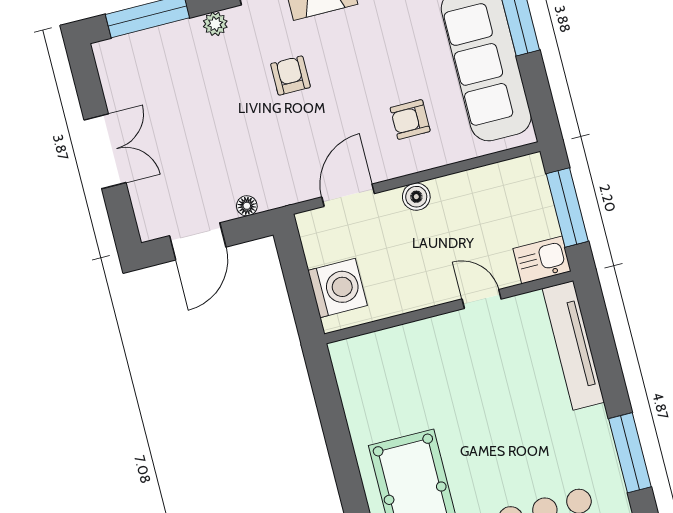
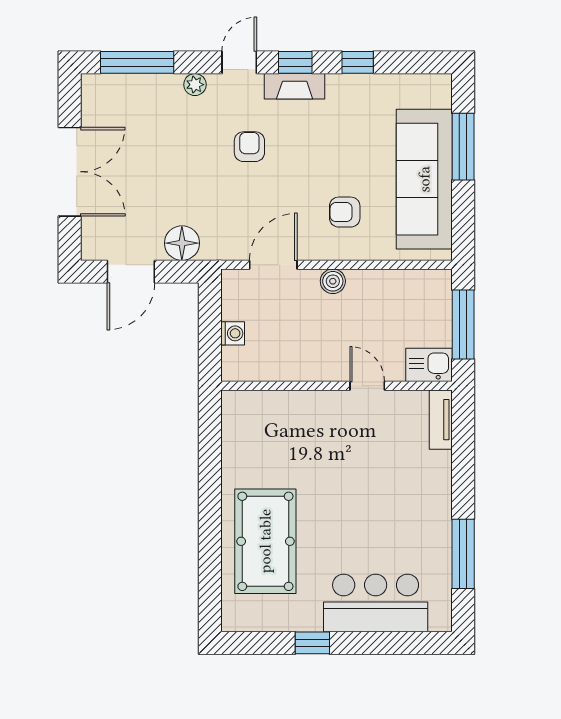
double door: (105, 151) -> (70, 172), width x1.37
floor lamp: (247, 206) -> (182, 243), width x1.89, depth x1.89
washing machine: (337, 288) -> (233, 333), width x0.53, depth x0.53
tv unit: (573, 345) -> (441, 420), width x0.52, depth x0.78

